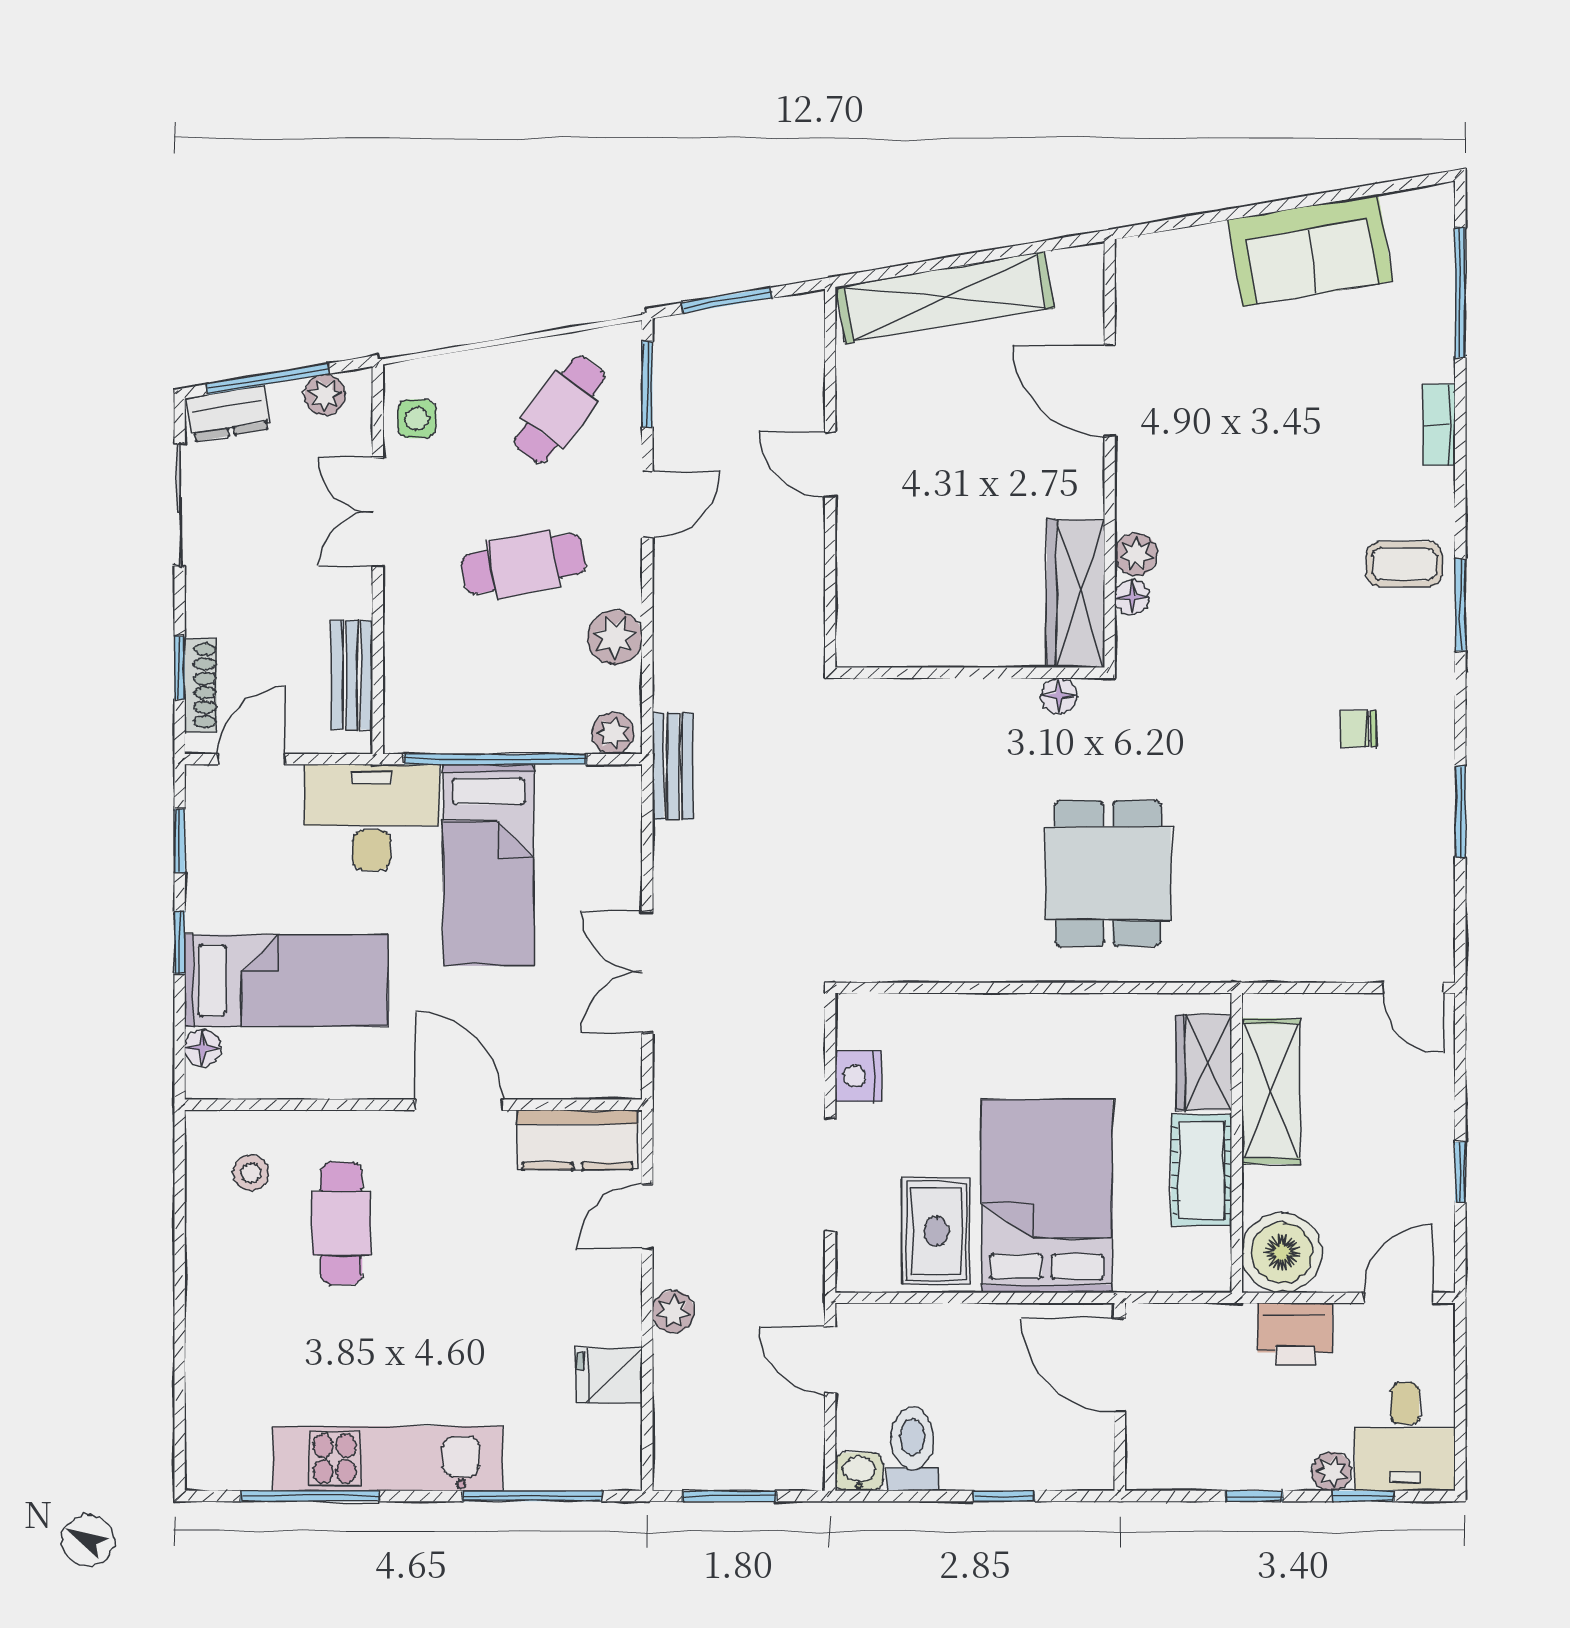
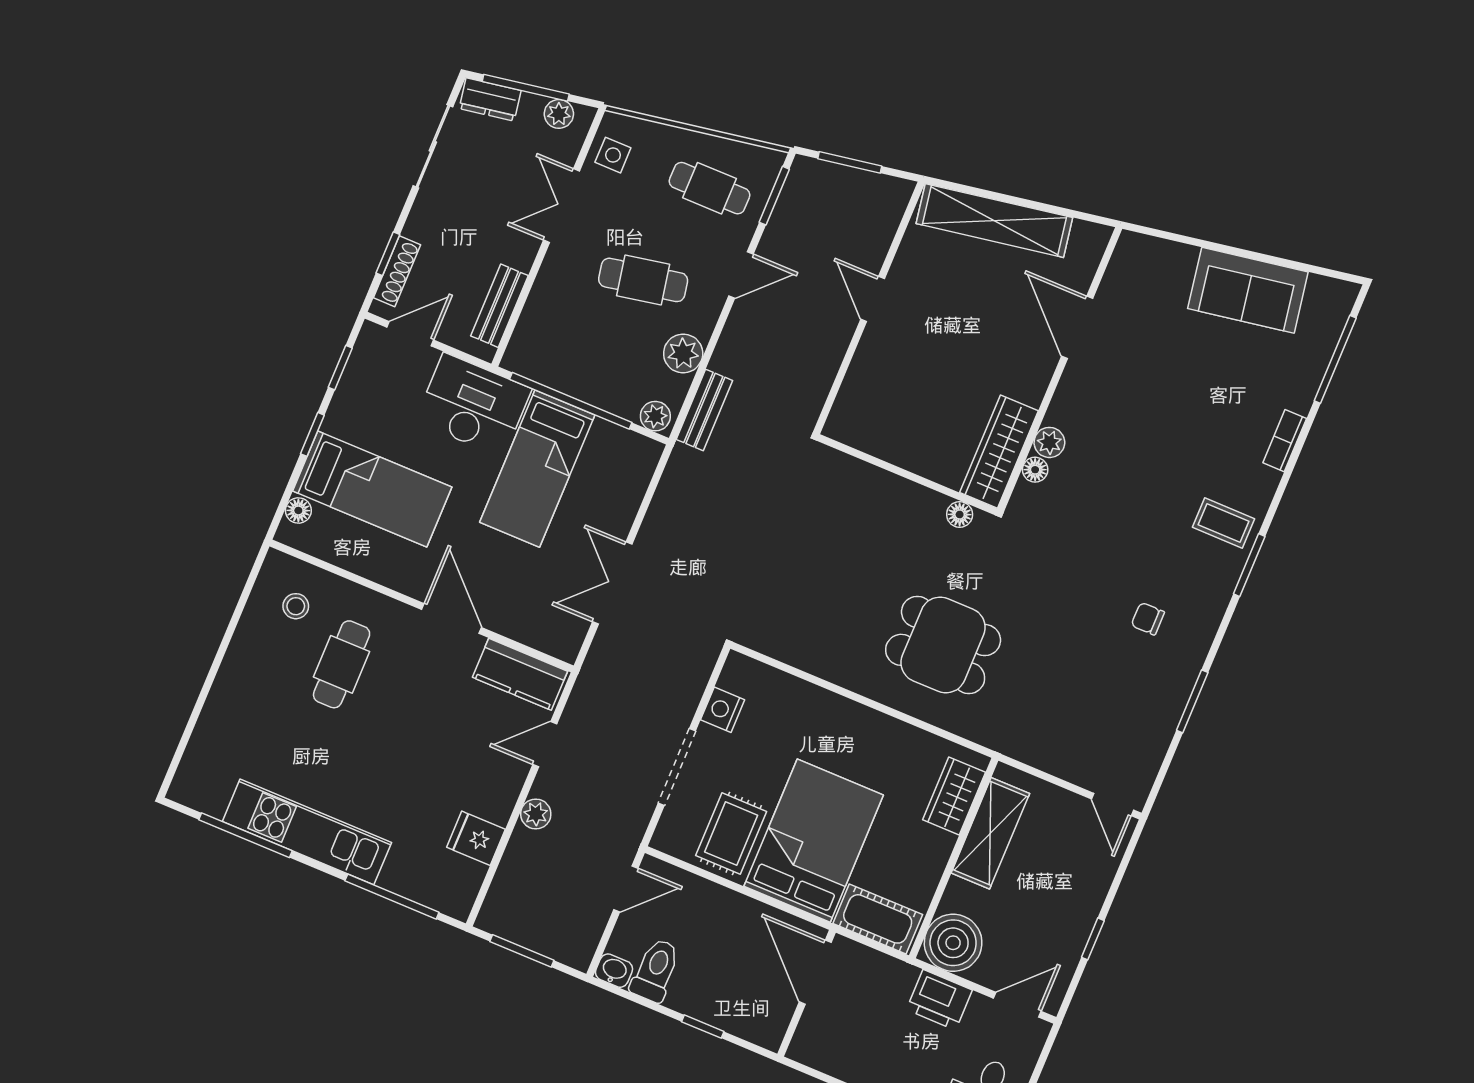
cafe table: (560, 409) -> (710, 188), turned 54
bench: (673, 766) -> (704, 410), moved
dining table: (1108, 873) -> (943, 645), turned 90
cot: (1201, 1170) -> (878, 919), moved, turned 90
door: (830, 1360) -> (626, 889), swing flipped

